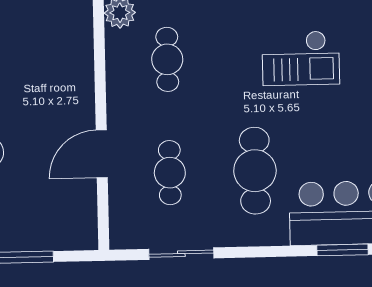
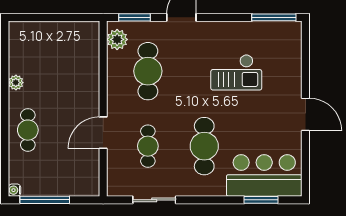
cafe table: (167, 59) -> (148, 71), width x1.37, depth x1.35

